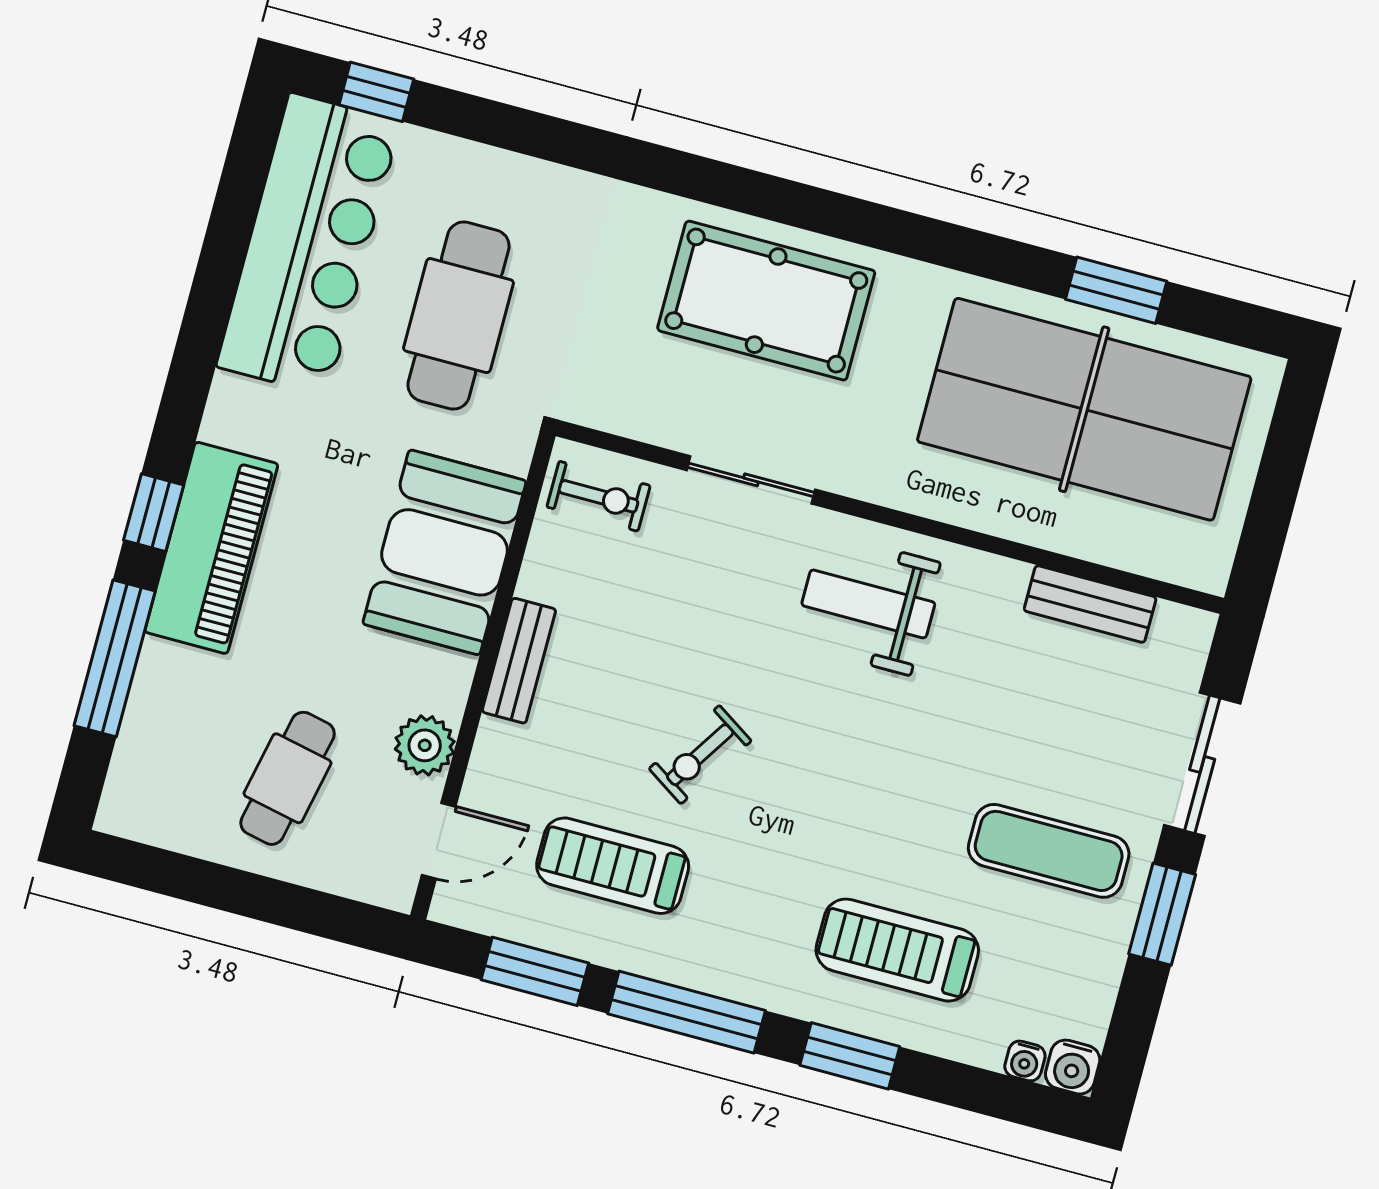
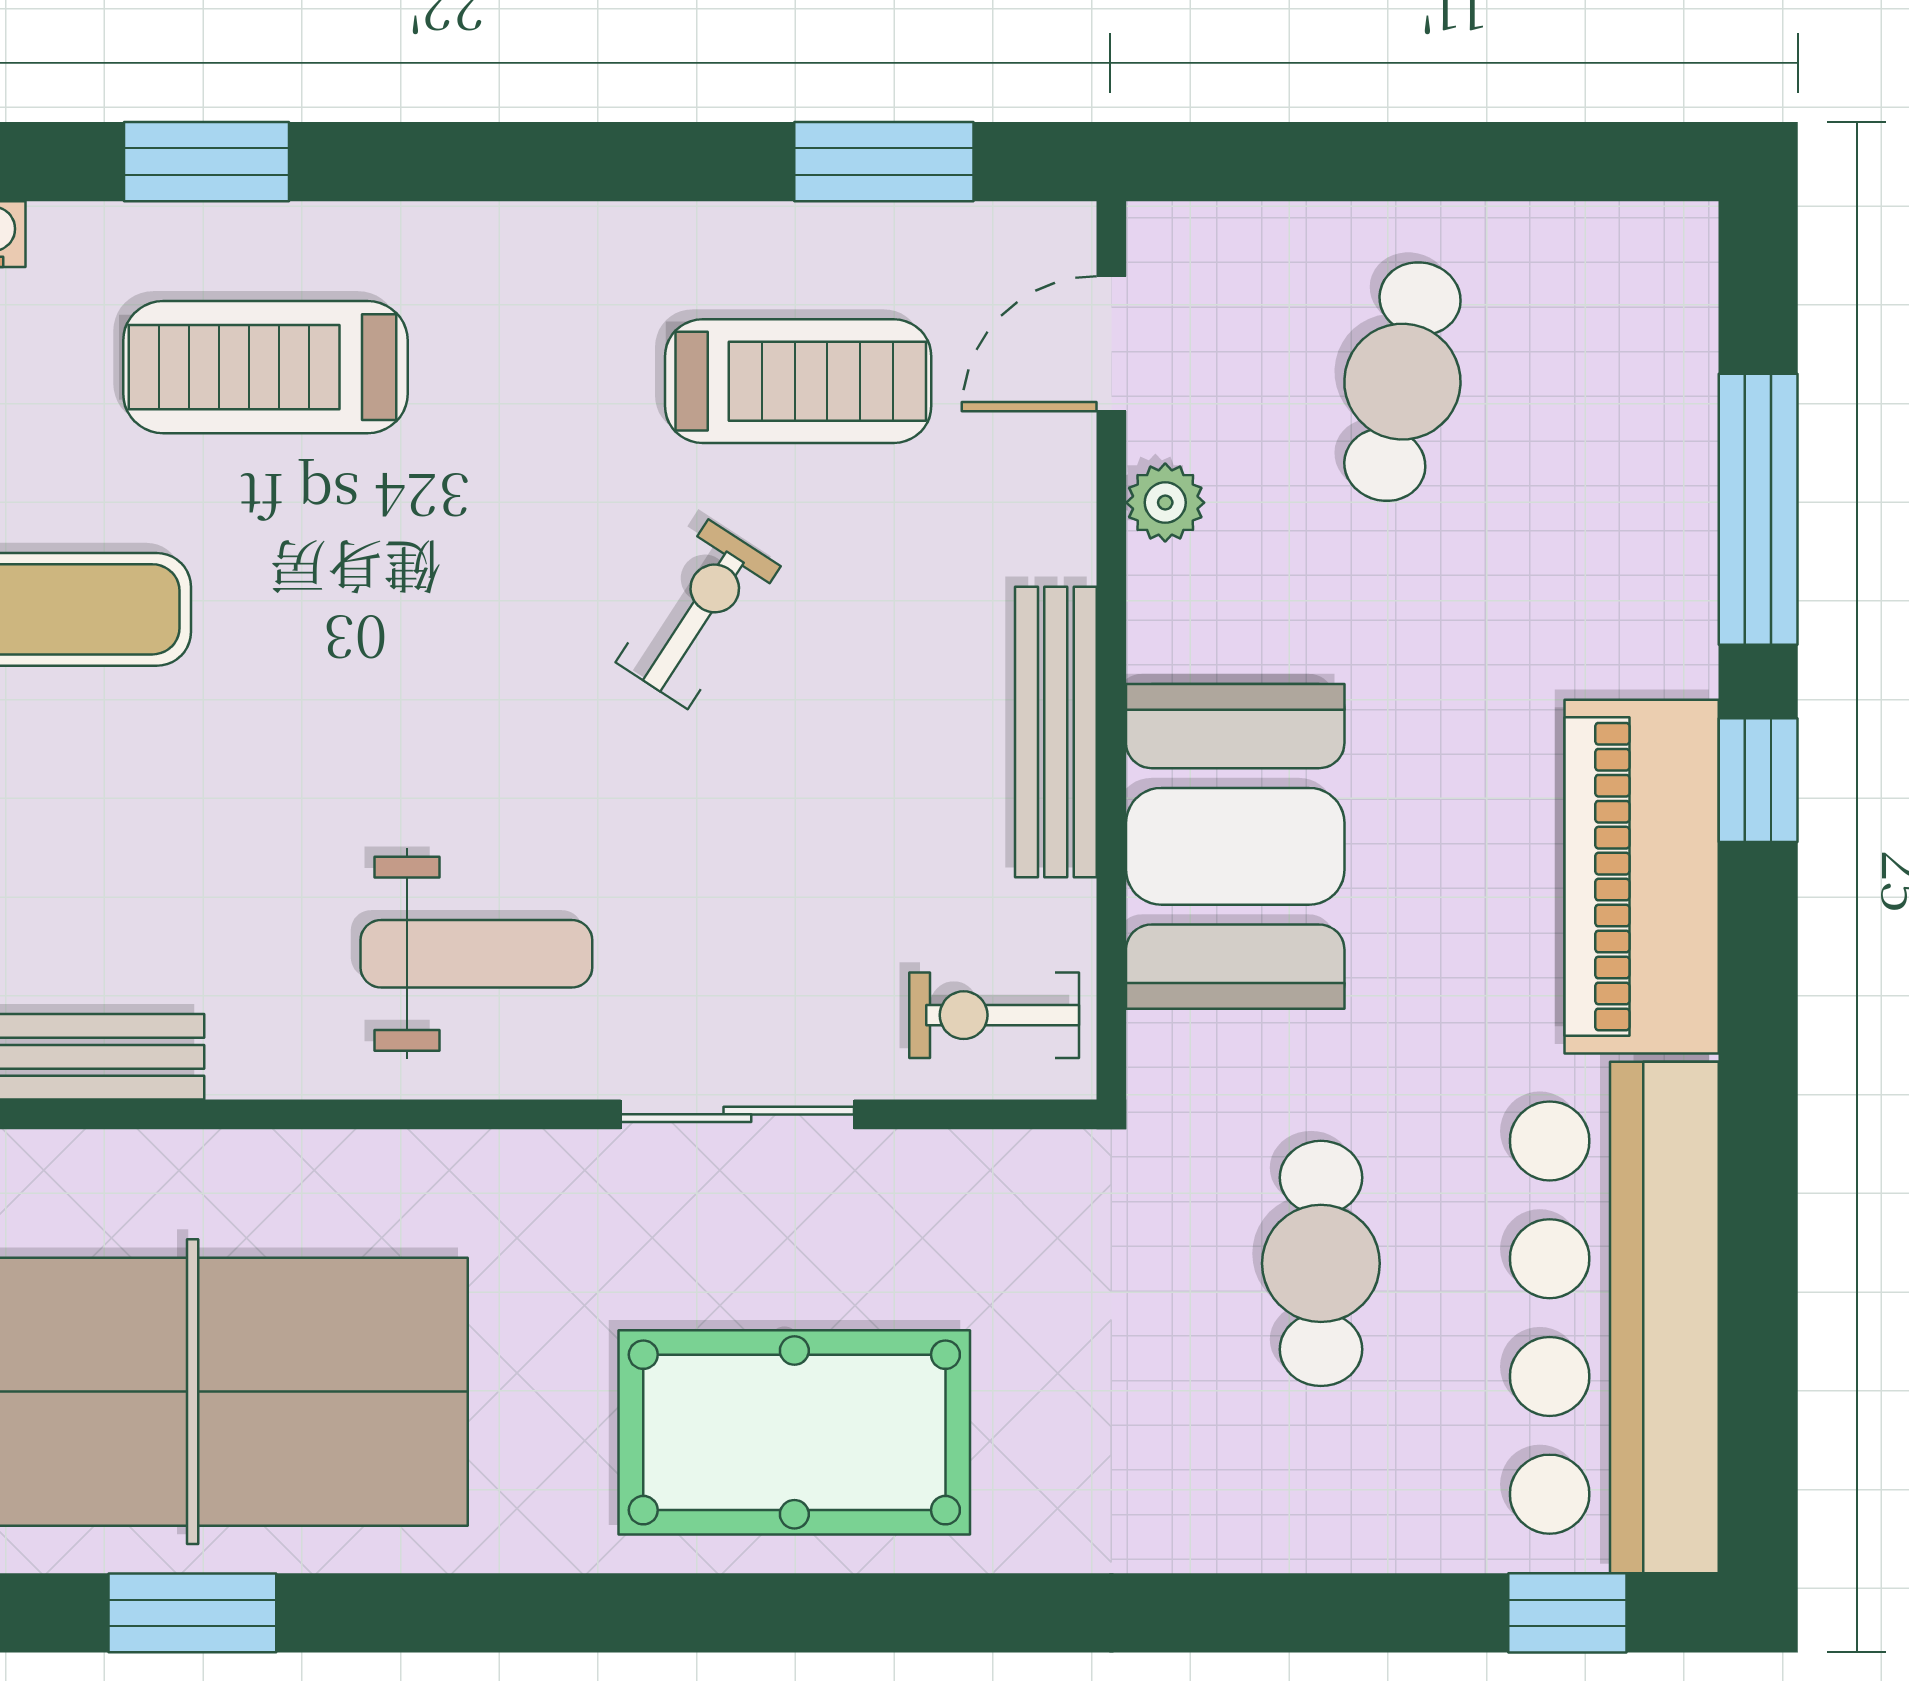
cafe table: (459, 316) -> (1321, 1263), width x0.73, depth x0.74
piano: (211, 548) -> (1642, 877), moved
bench: (519, 661) -> (1056, 732), width x1.36
plant: (425, 745) -> (1165, 503), width x0.73, depth x0.73
treadmill: (897, 950) -> (265, 367), turned 180
window: (687, 1012) -> (602, 162), removed
window: (850, 1056) -> (206, 162), moved

